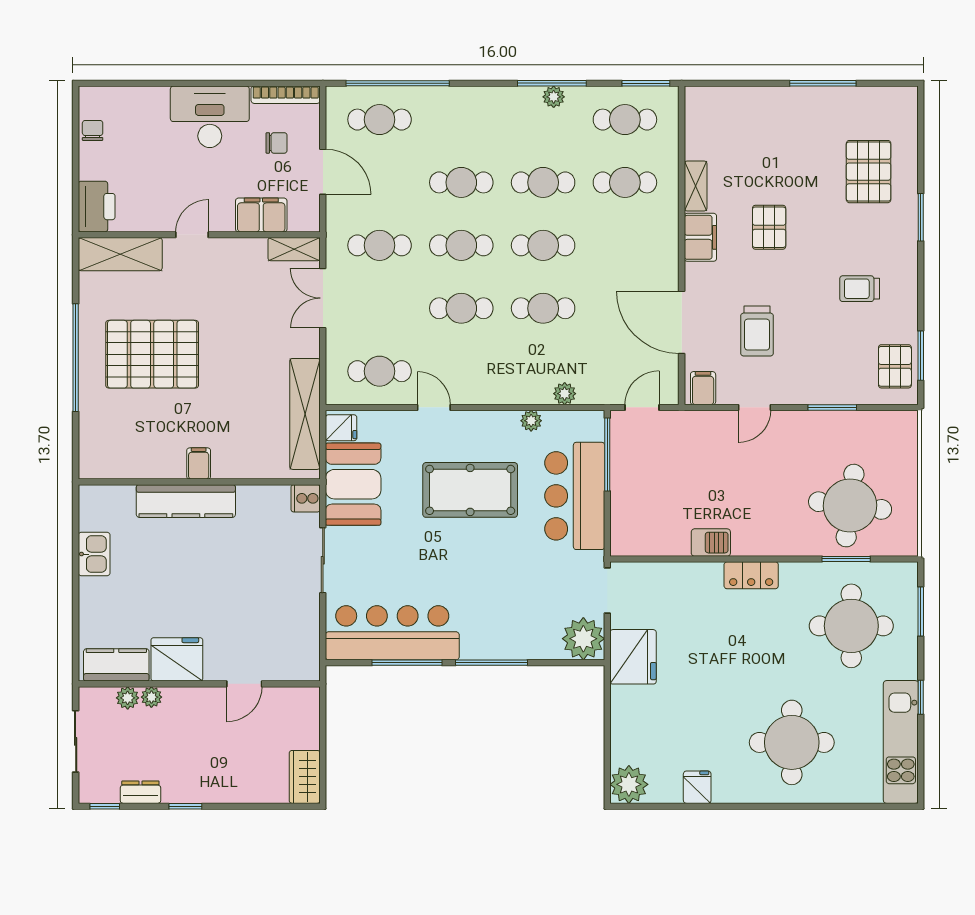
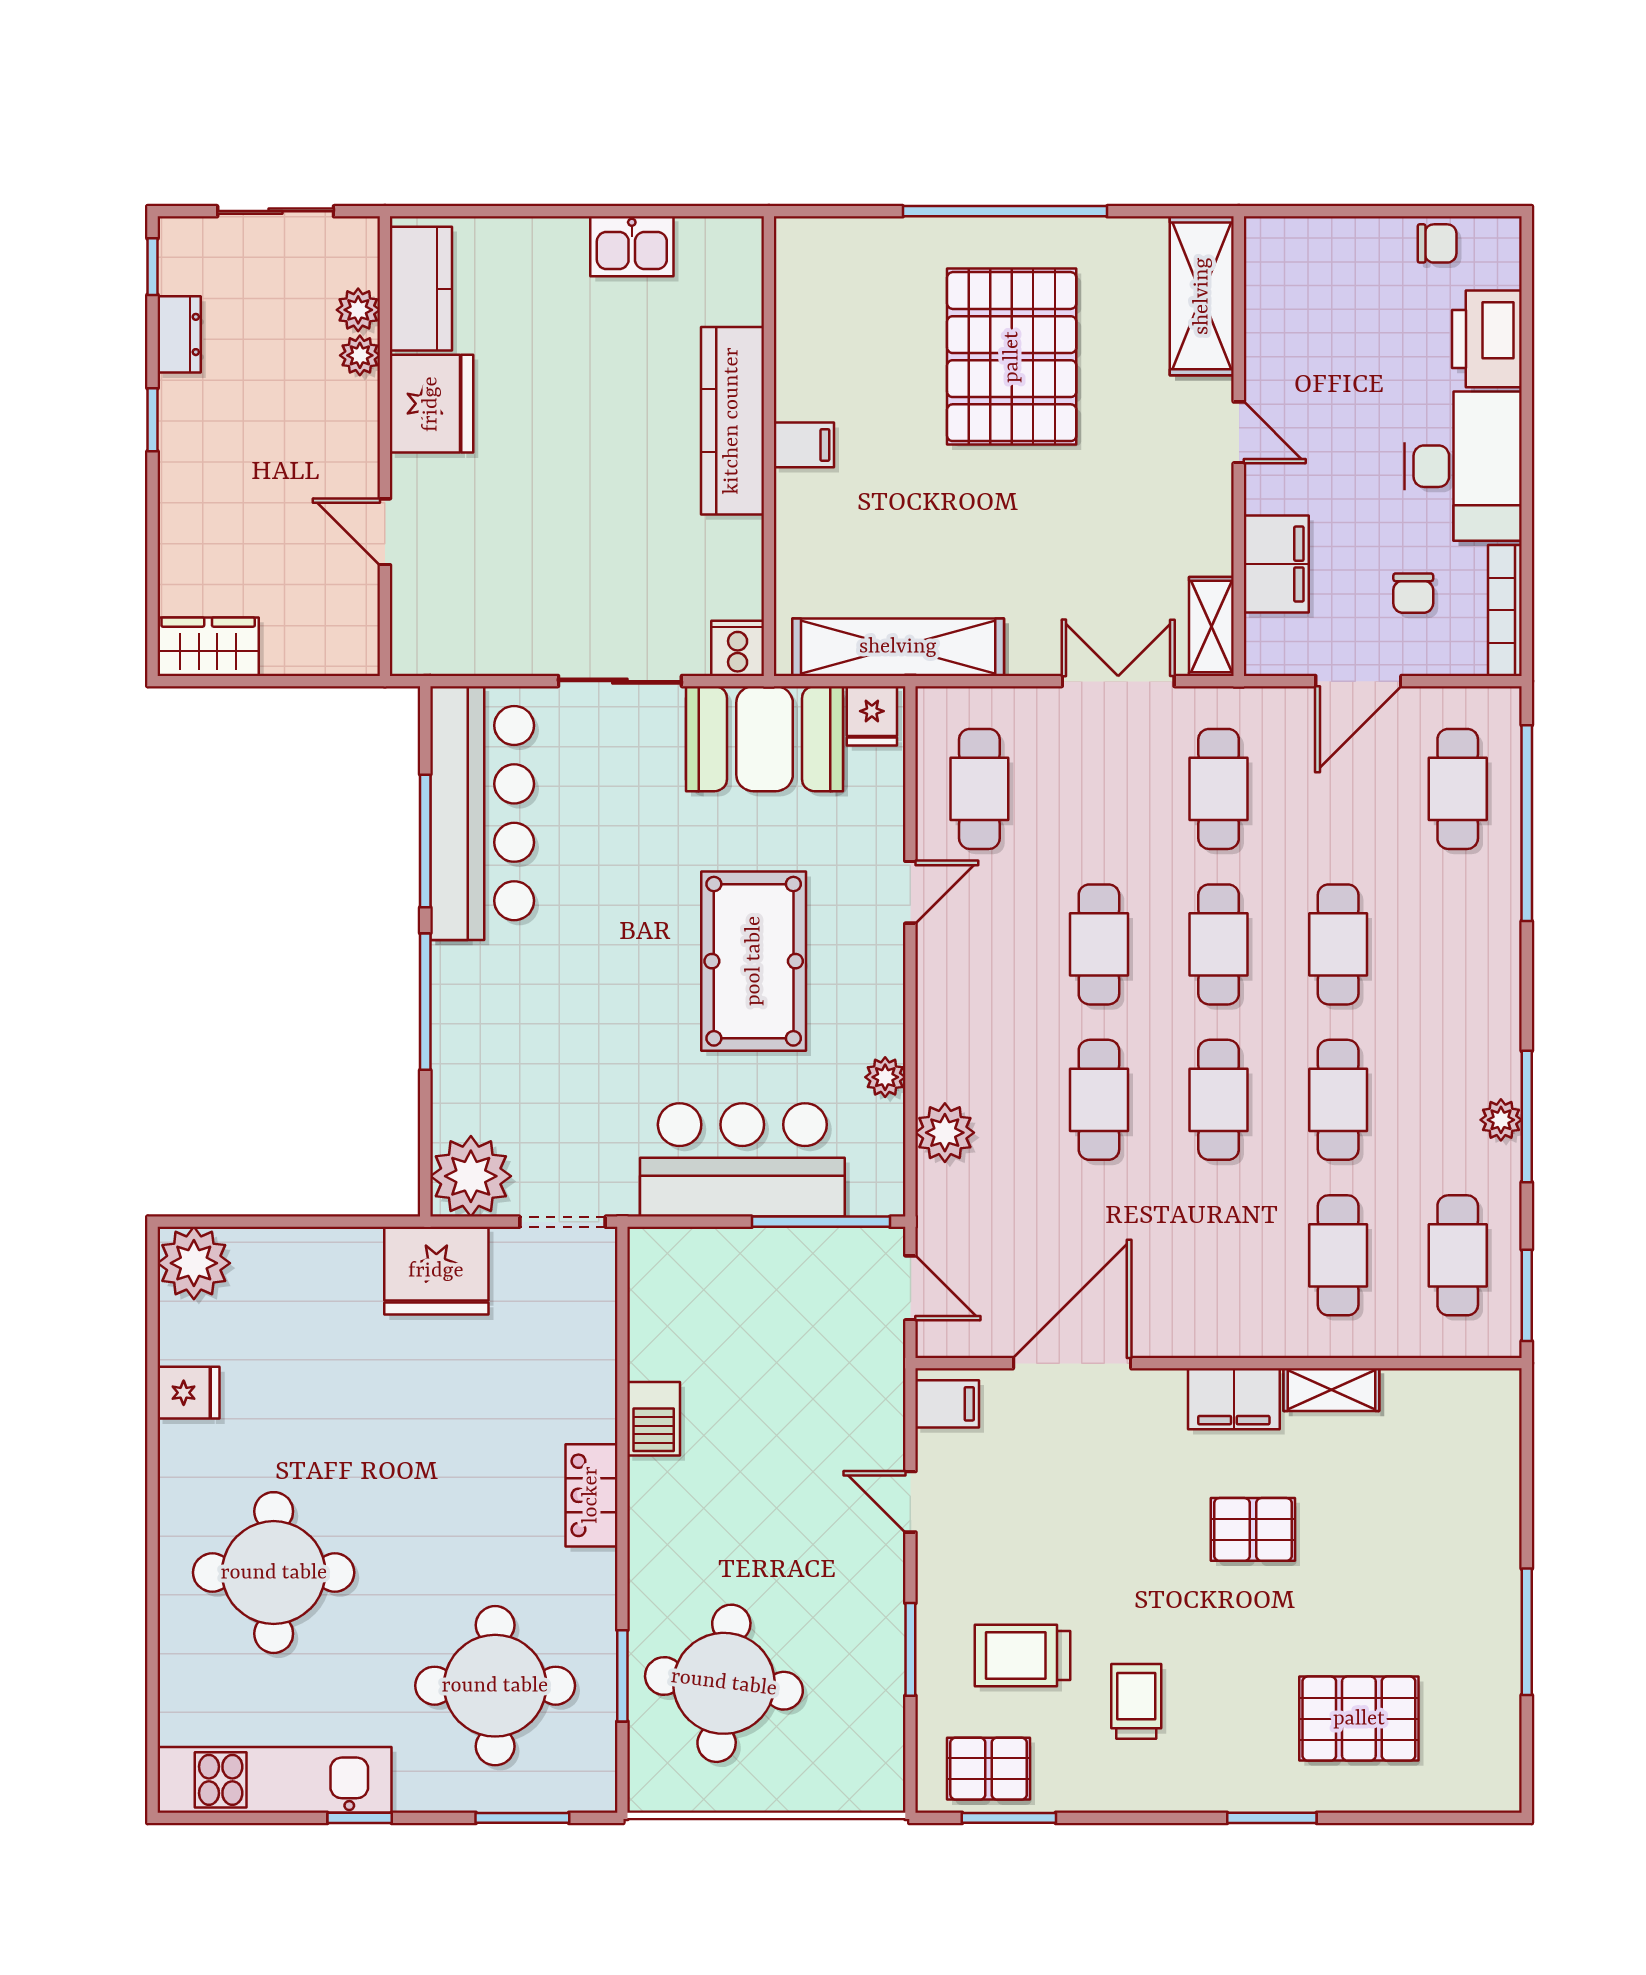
printer: (97, 207) -> (1487, 339), moved, turned 90
trolley: (757, 331) -> (1022, 1655), moved
plant: (565, 394) -> (945, 1133), width x1.38, depth x1.38

